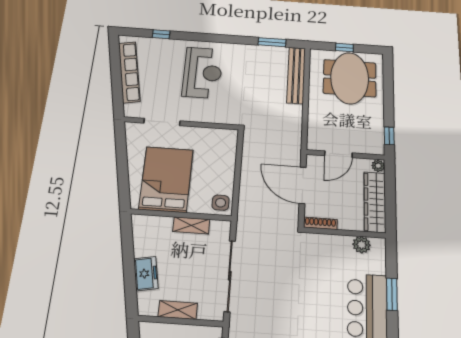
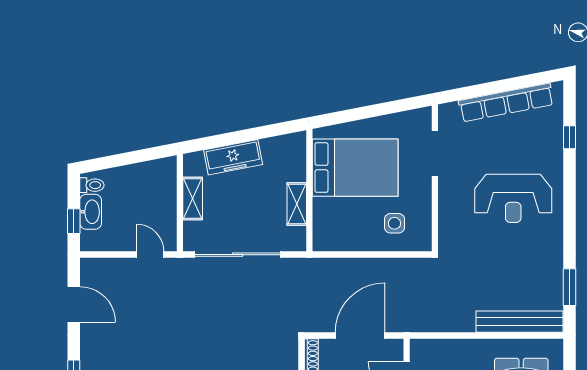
side table: (221, 203) -> (394, 223), moved
freezer: (146, 274) -> (233, 157), width x1.40

